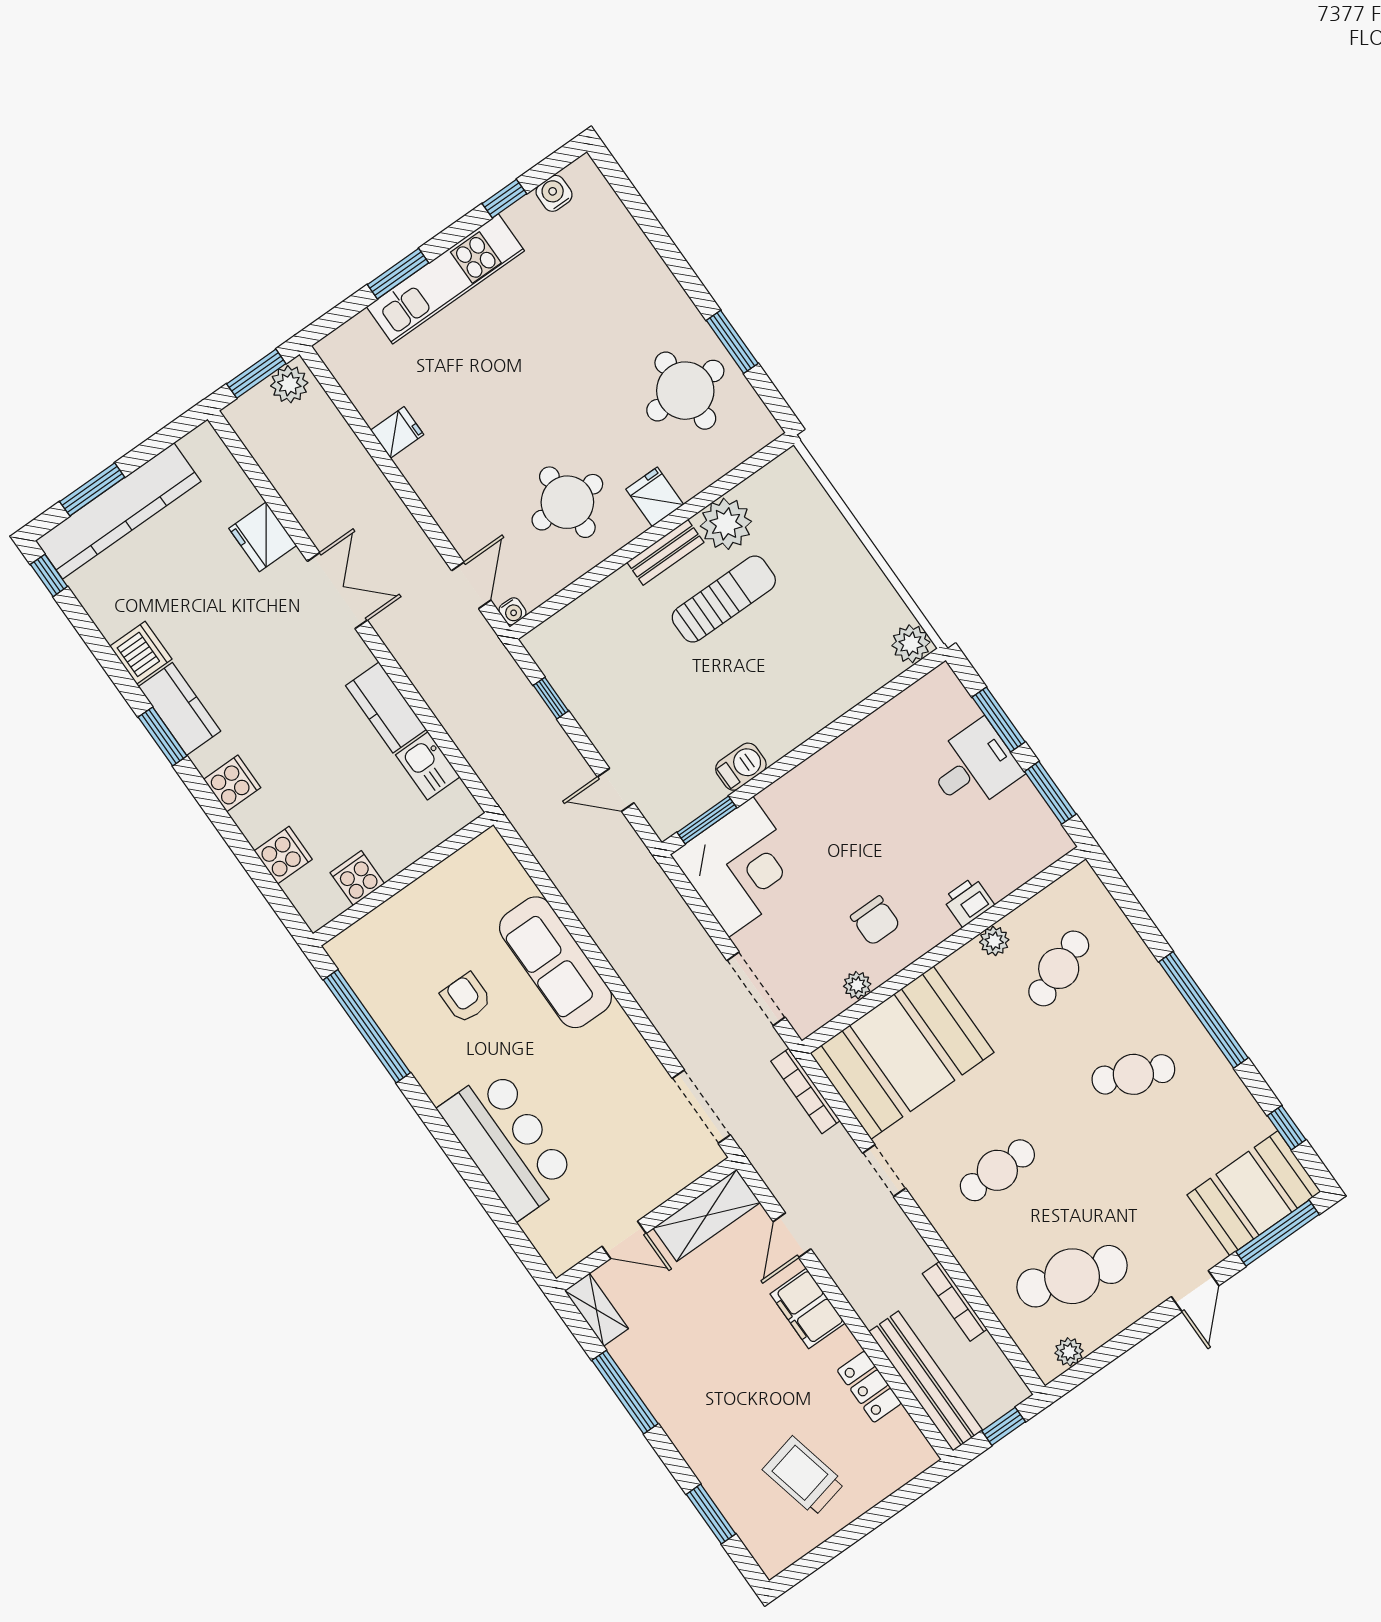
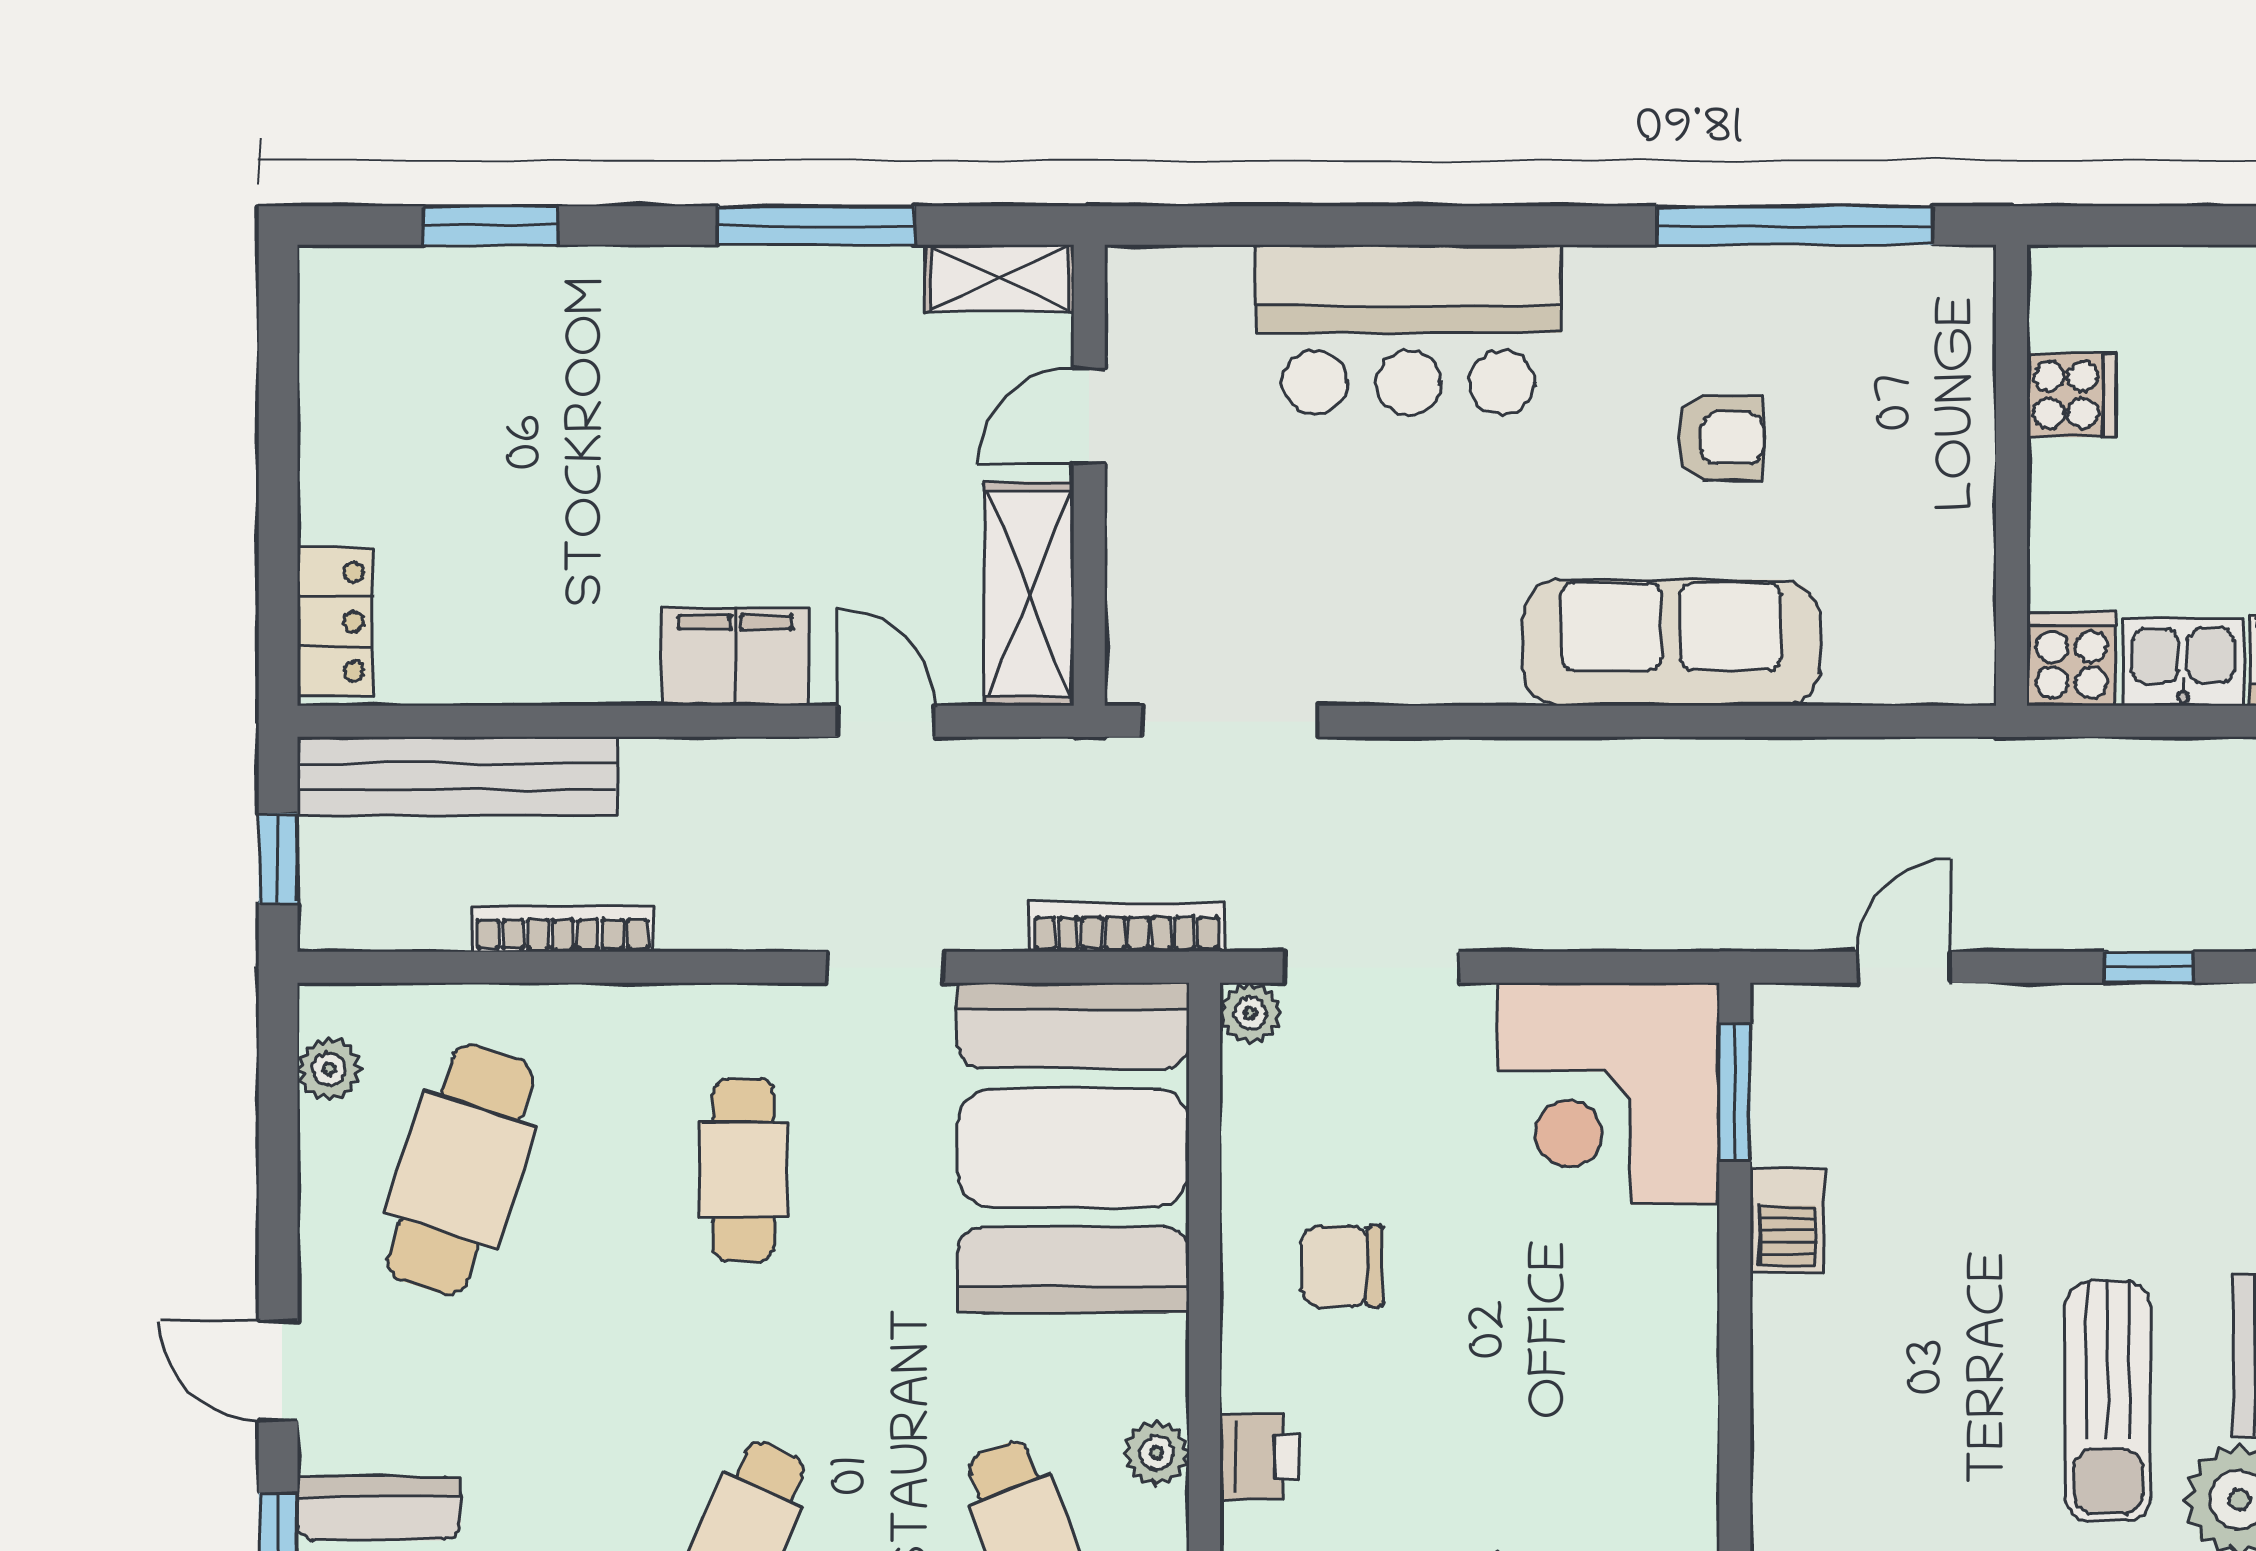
cooker: (283, 855) -> (2072, 659), moved, turned 180
plant: (857, 985) -> (1250, 1013), moved
locker: (869, 1387) -> (335, 622), moved, turned 90
trolley: (804, 1476) -> (441, 439), removed

